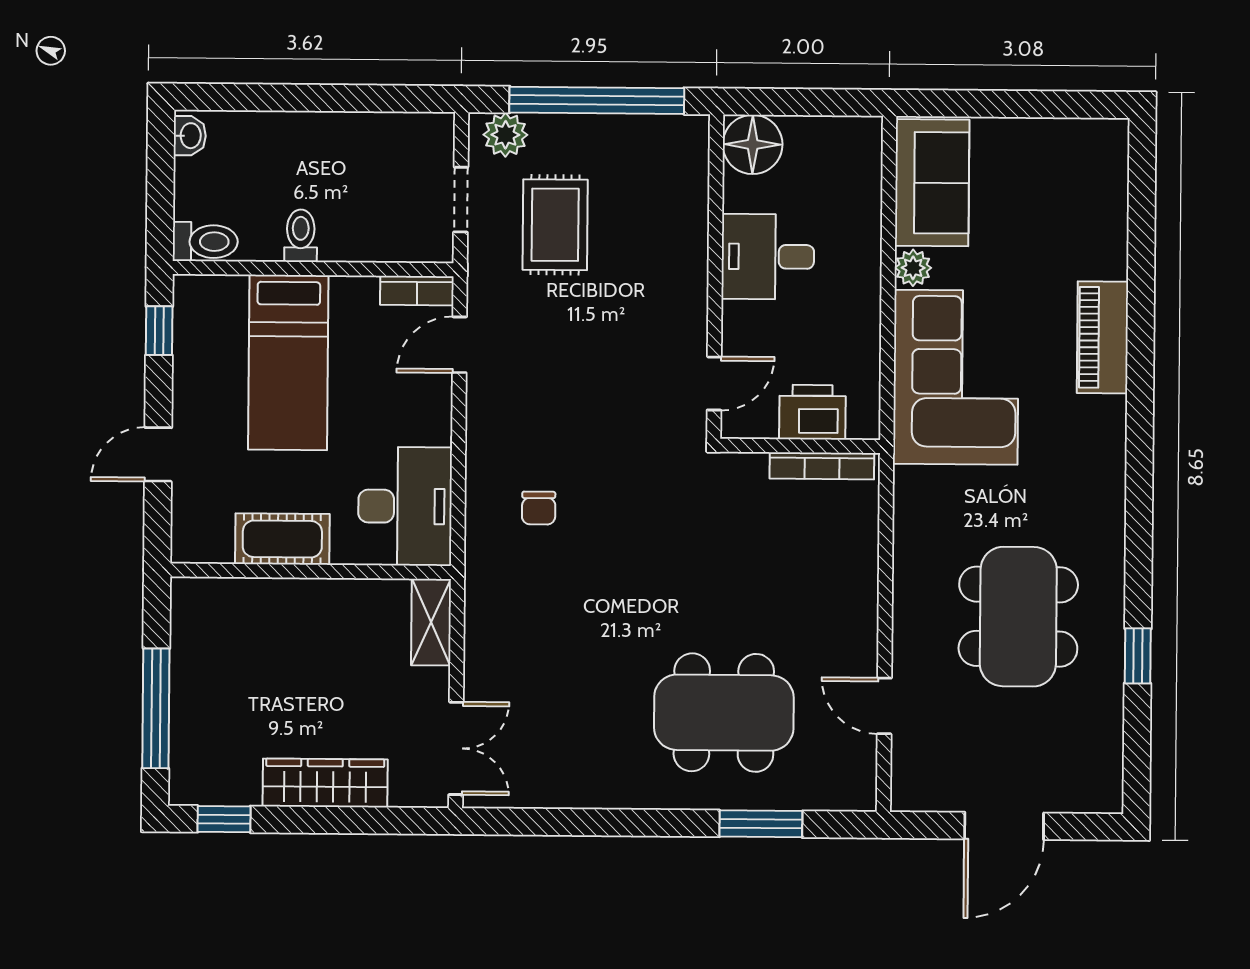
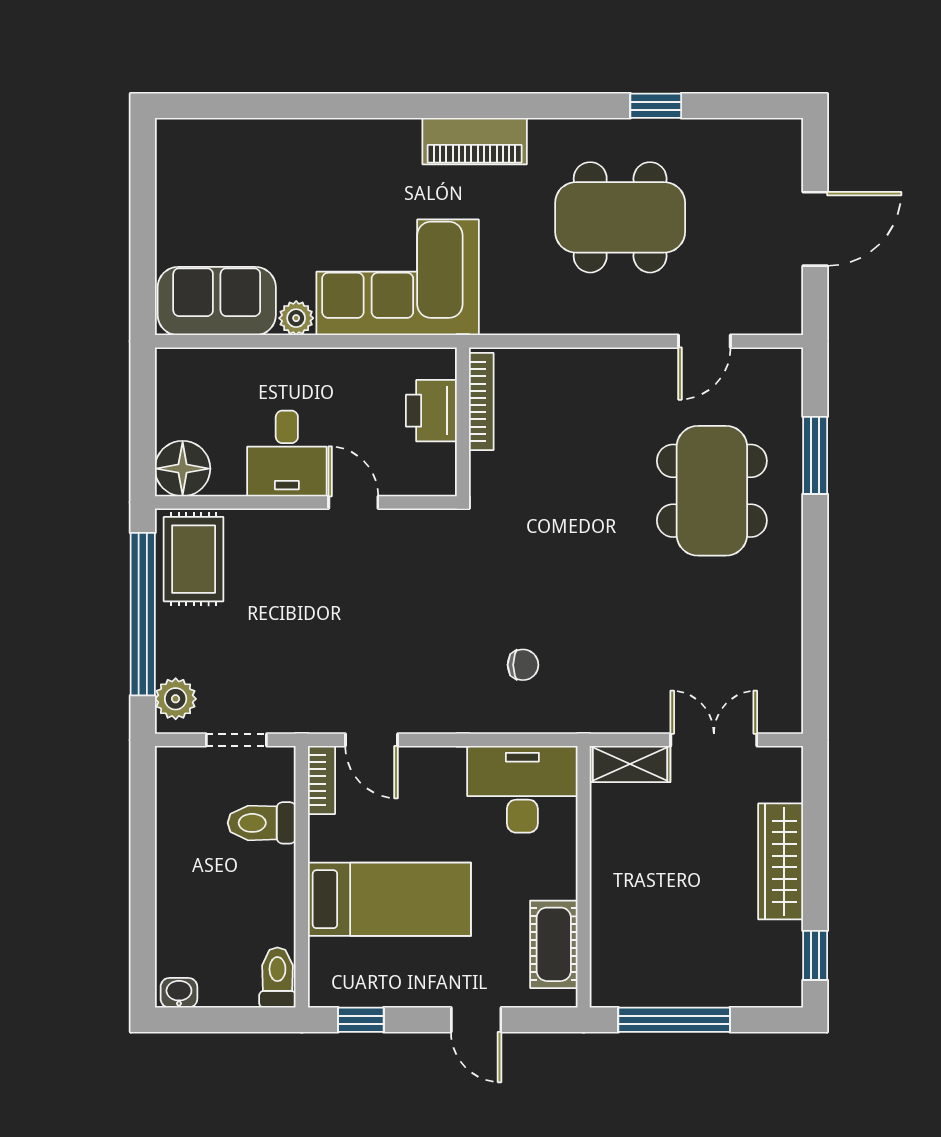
rug: (555, 225) -> (194, 559), moved, turned 90
toilet: (301, 236) -> (262, 823), moved, width x1.37, depth x1.39
piano: (1103, 337) -> (475, 141), moved
door: (714, 384) -> (353, 502), moved
cot: (282, 539) -> (554, 944), moved
window: (156, 708) -> (674, 1020), moved
double door: (456, 748) -> (714, 740), moved
door: (1004, 826) -> (815, 229), hinge flipped

